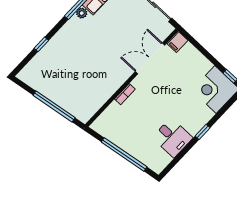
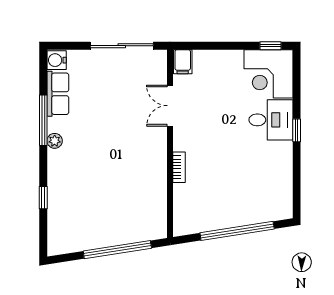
plant: (82, 13) -> (55, 141), moved
double door: (150, 58) -> (170, 106), width x0.73
desk: (172, 138) -> (271, 120), moved

